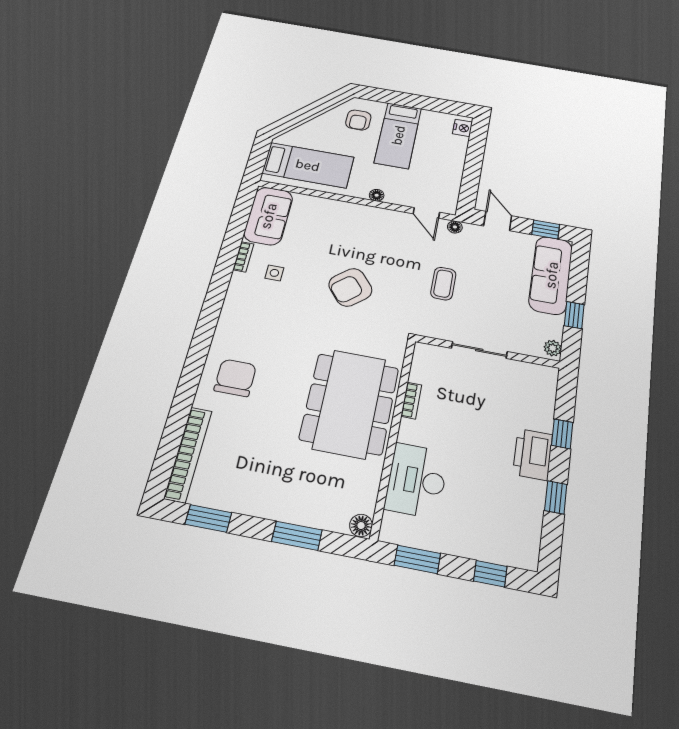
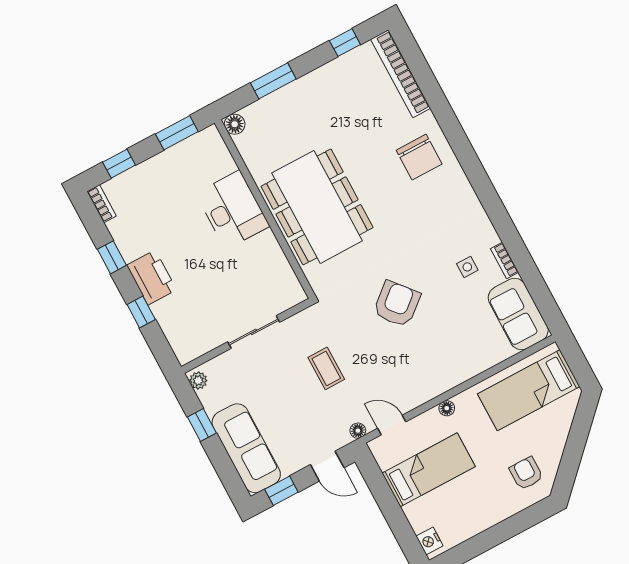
bed: (398, 135) -> (429, 470), moved, turned 90
bookcase: (411, 400) -> (102, 204), moved, turned 180
desk: (417, 480) -> (233, 210), moved
window: (208, 518) -> (345, 43), width x0.67

